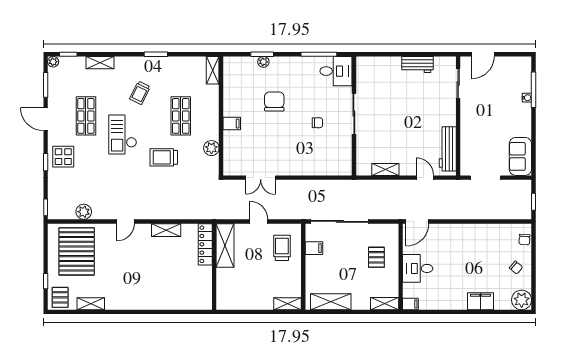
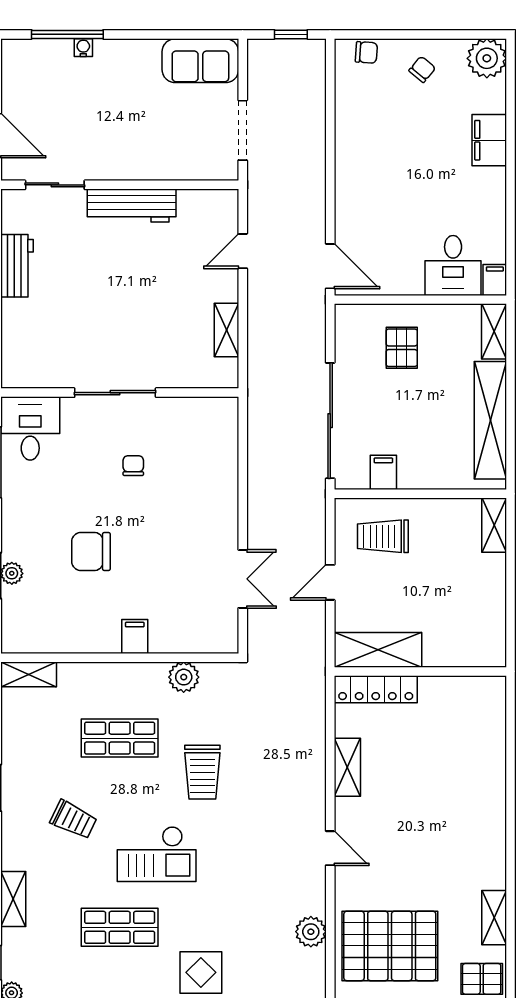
workbench: (448, 149) -> (132, 206), moved
pallet: (376, 257) -> (402, 348), turned 90
desk: (418, 268) -> (453, 265), moved
shelving: (331, 302) -> (490, 420), width x1.47

